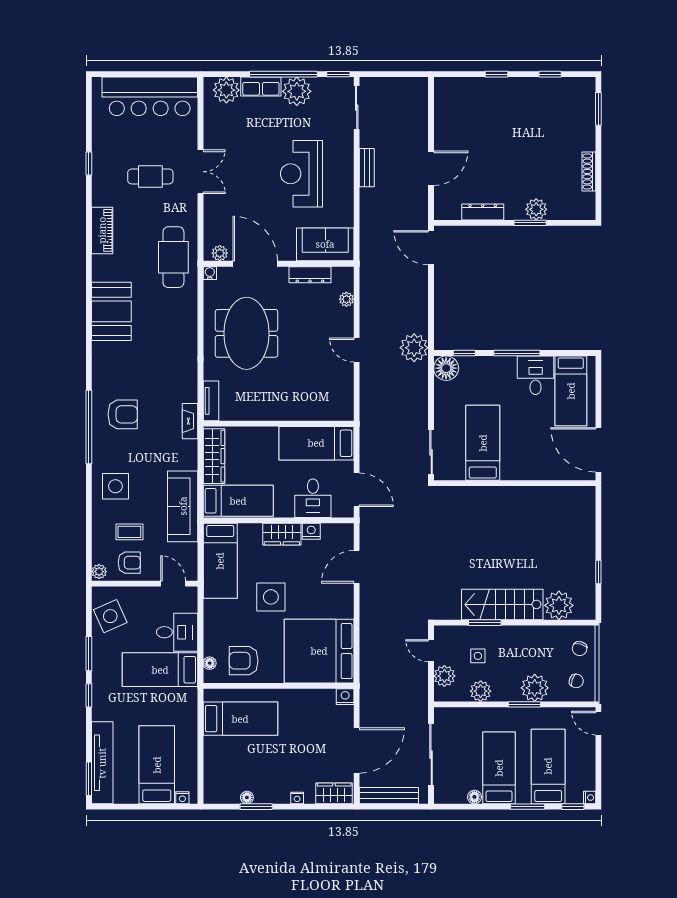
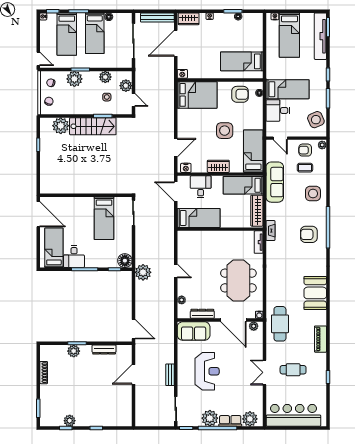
plant: (543, 87) -> (70, 421), added
nightstand: (311, 531) -> (186, 168), moved
bed: (319, 651) -> (197, 95), width x0.73

